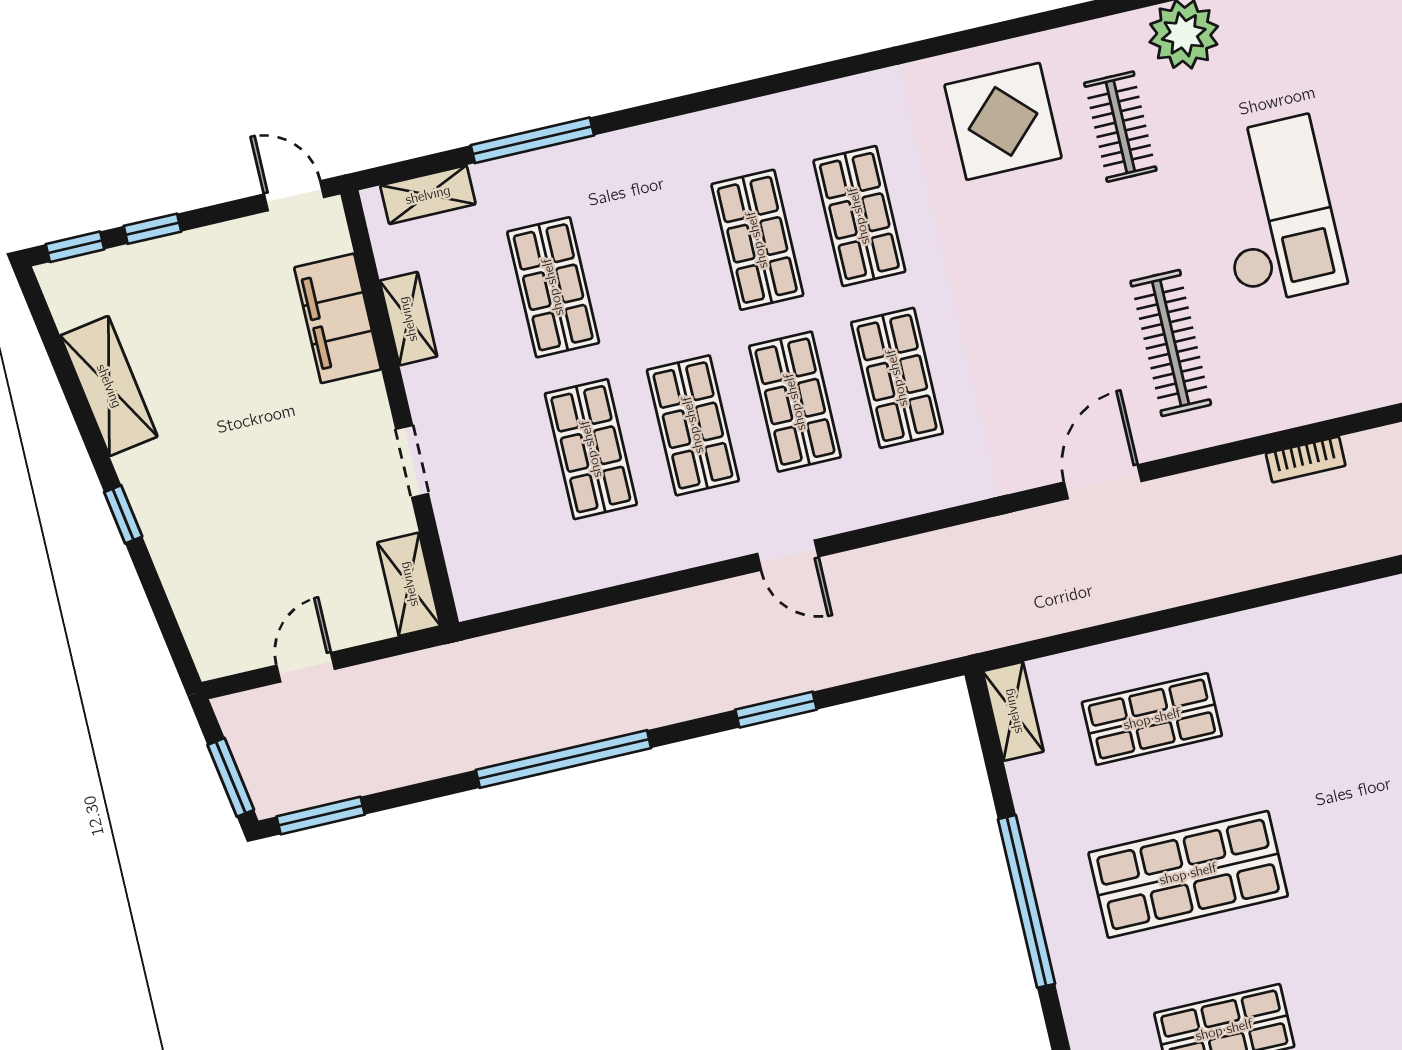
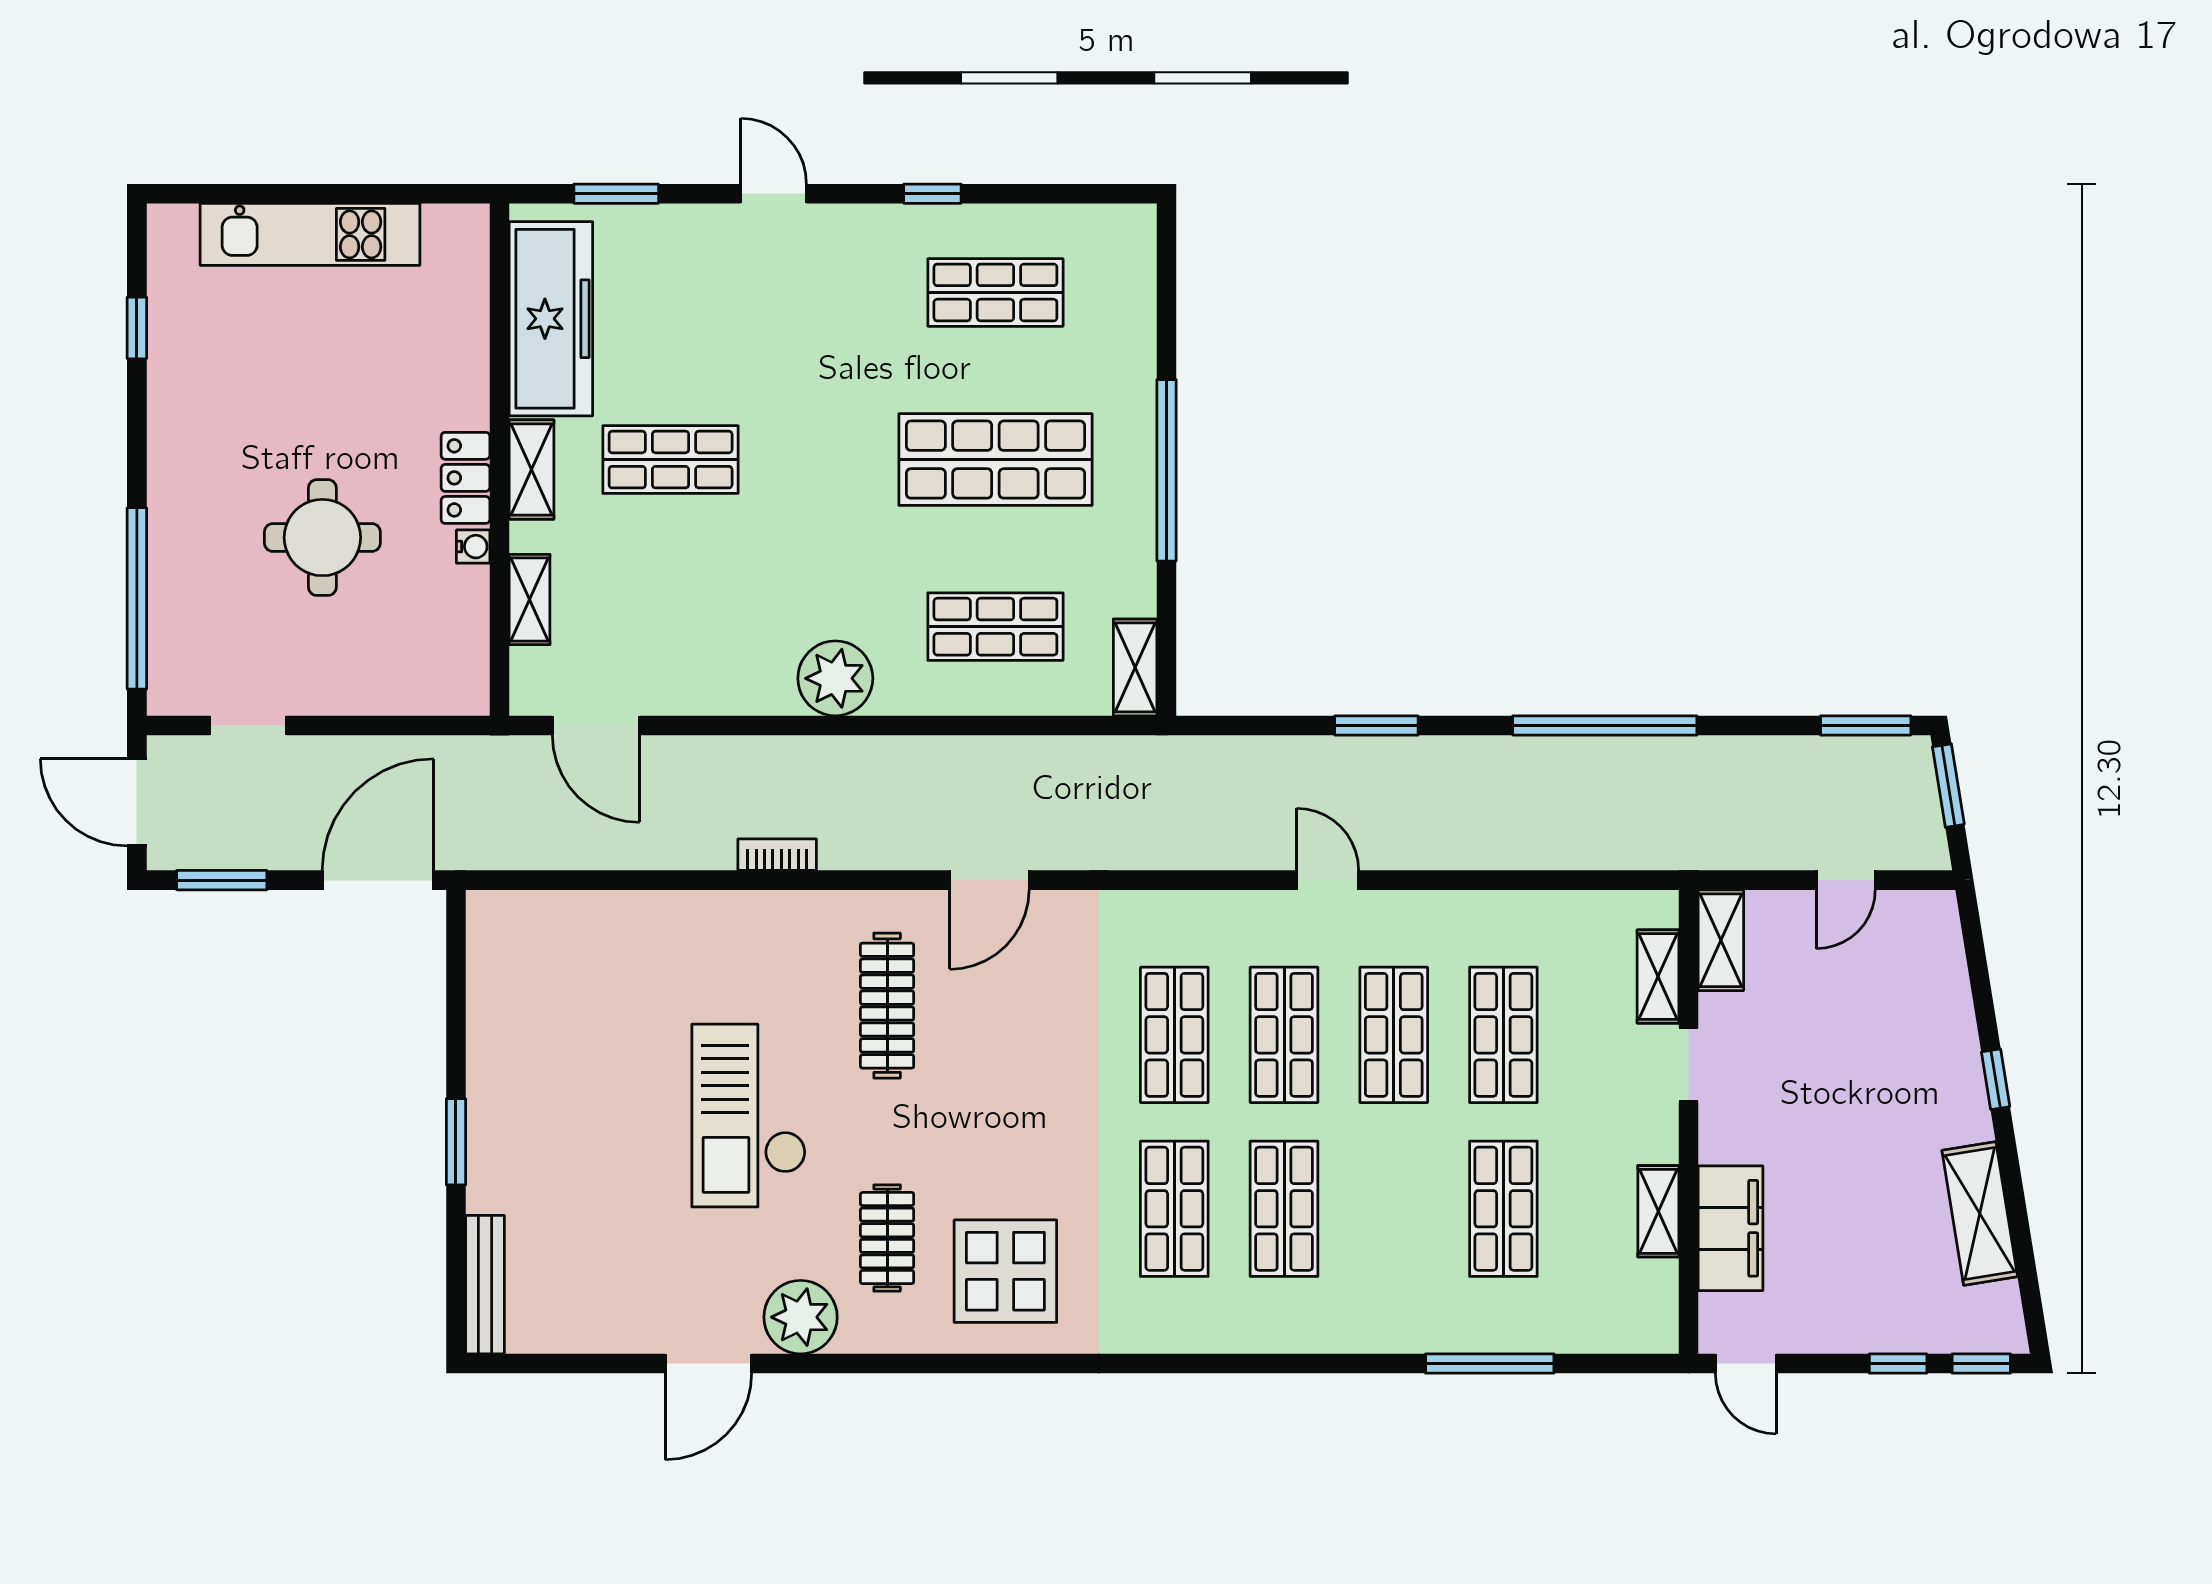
shelving: (428, 195) -> (1658, 977), moved, turned 90
plant: (1290, 636) -> (835, 678), added

